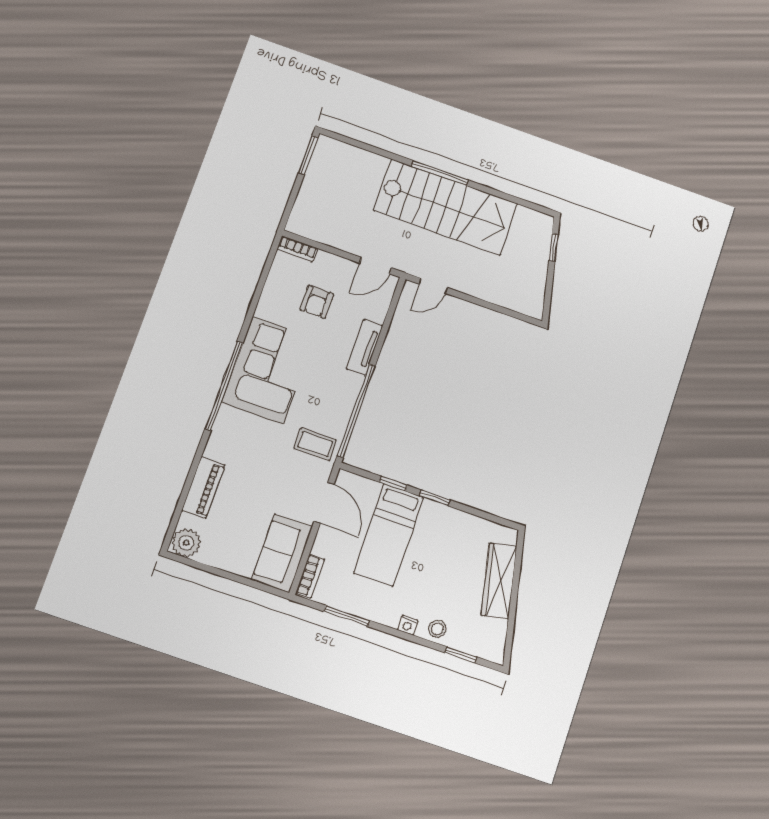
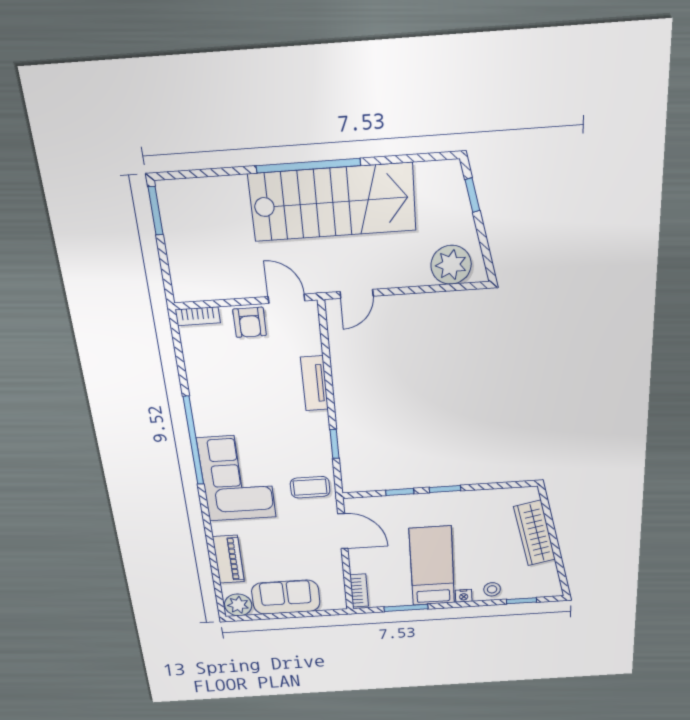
window: (440, 173) -> (308, 166), width x1.46
door: (376, 266) -> (286, 299), swing flipped
plant: (517, 295) -> (451, 265), added
armchair: (317, 302) -> (250, 322), moved
corner sofa: (268, 370) -> (237, 478), moved
window: (224, 386) -> (193, 441), moved
window: (356, 411) -> (335, 444), width x0.32
bed: (388, 535) -> (432, 566), moved, turned 180
sofa: (282, 553) -> (286, 597), moved, turned 90

